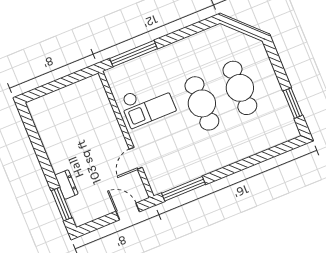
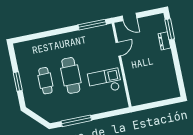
window: (134, 54) -> (76, 121), moved
cafe table: (240, 88) -> (45, 81), width x0.73, depth x0.74
window: (293, 103) -> (18, 82), moved

